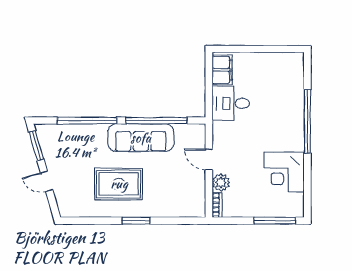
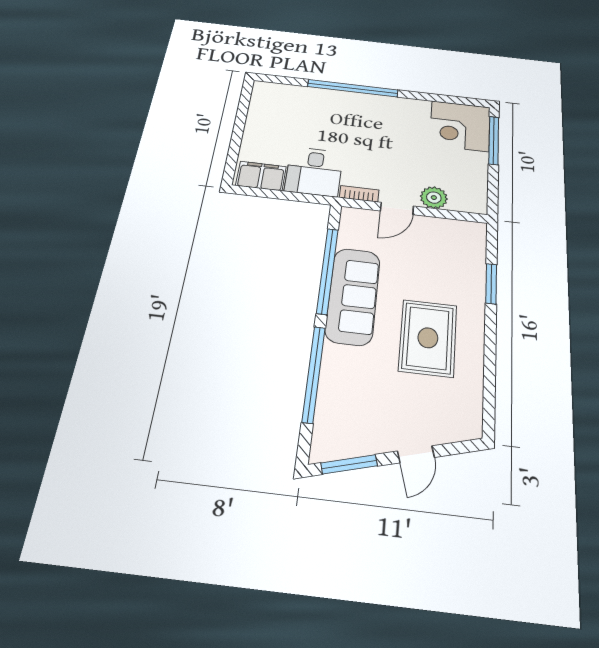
corner desk: (284, 172) -> (460, 126), moved, turned 90
bookcase: (217, 205) -> (359, 194), moved
window: (136, 221) -> (491, 284), moved

